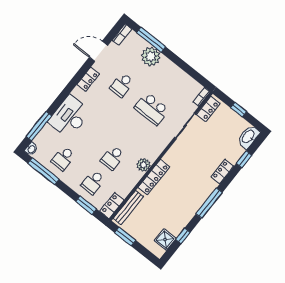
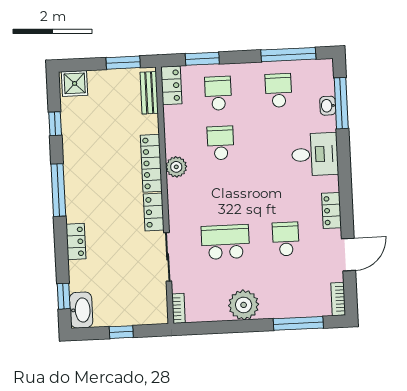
plant: (151, 57) -> (244, 305), moved
locker: (208, 109) -> (154, 212), moved
desk: (69, 117) -> (315, 154), width x0.73
washbasin: (31, 149) -> (328, 106), moved
window: (244, 159) -> (64, 296), moved
bench: (128, 208) -> (149, 93), width x0.73
shower: (165, 240) -> (75, 83), moved

